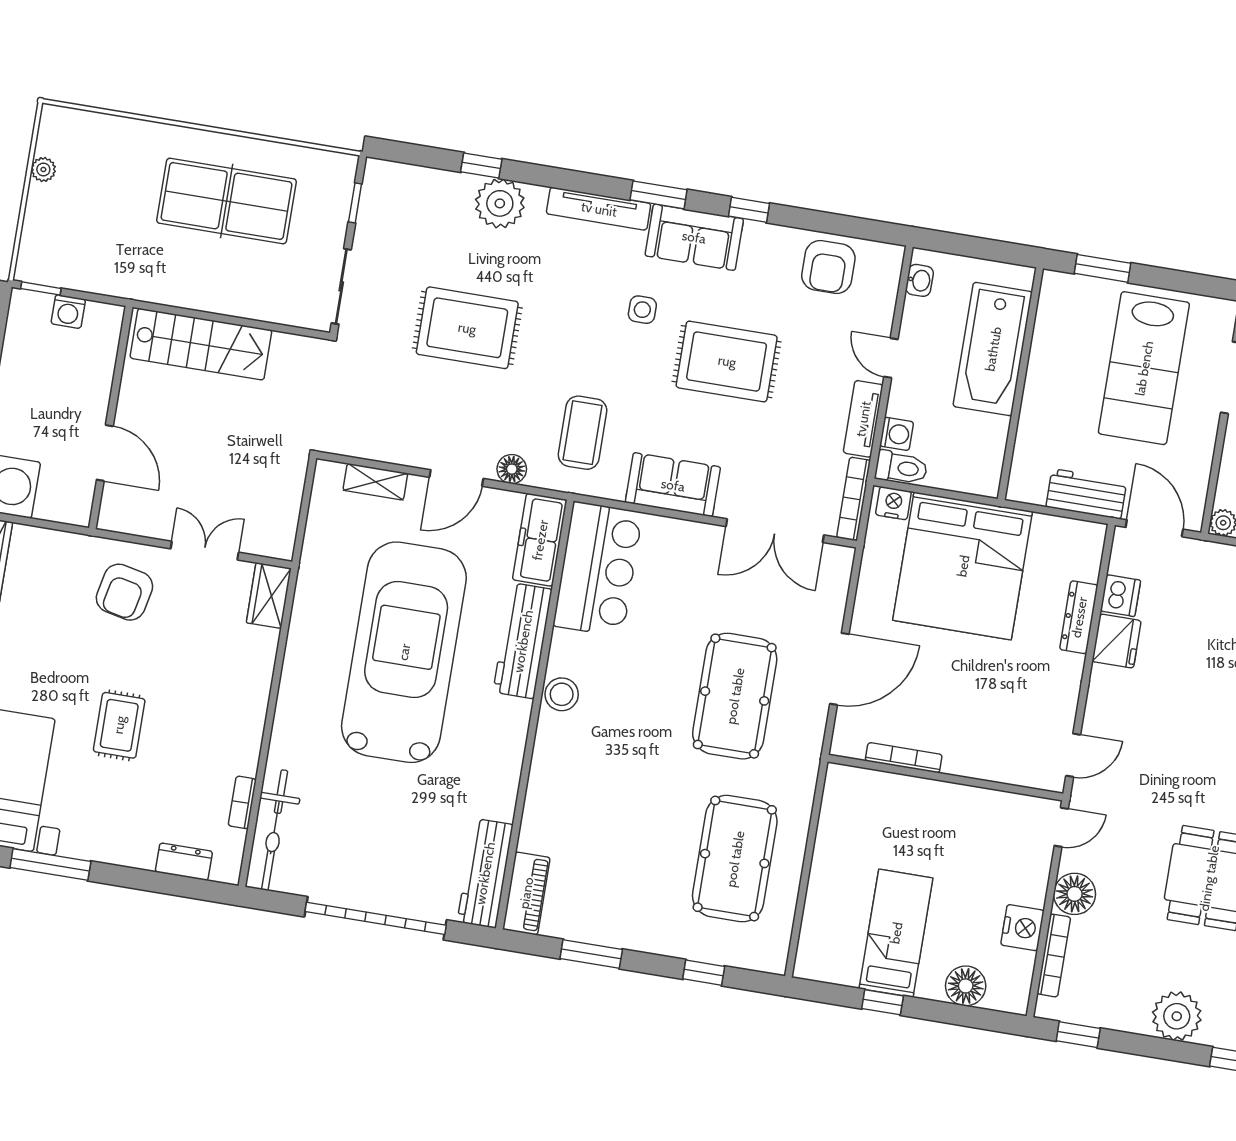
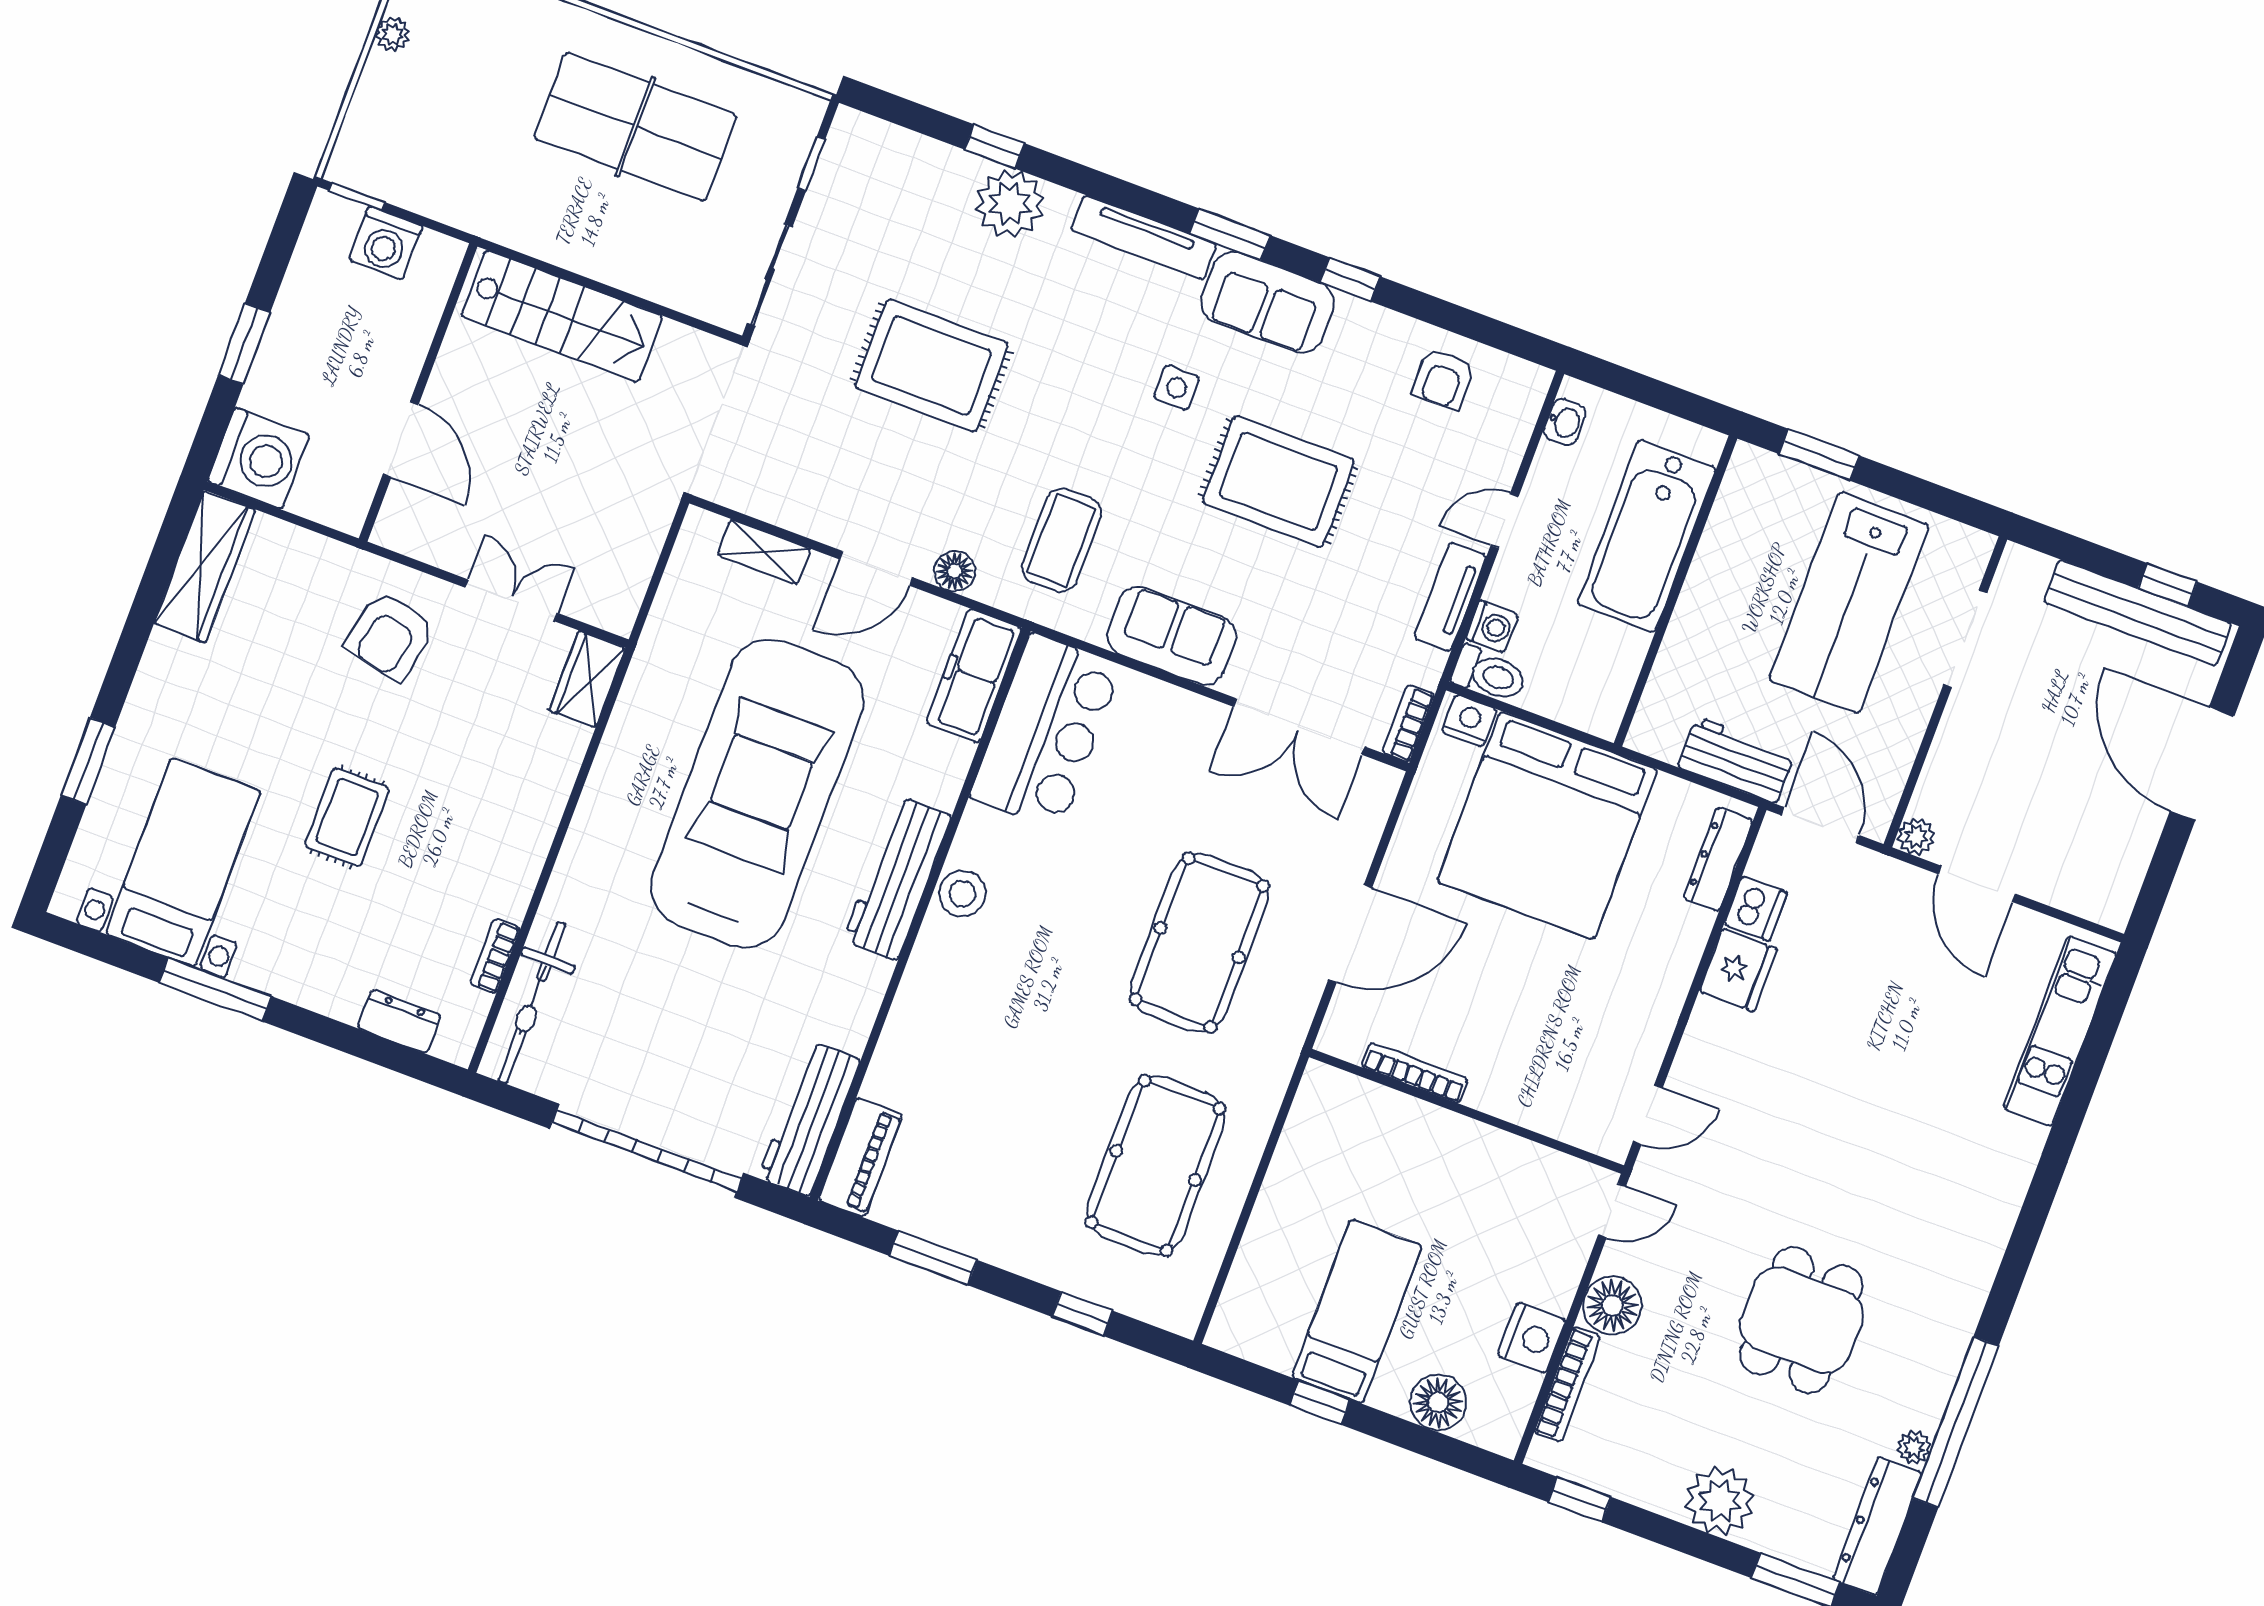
armchair: (828, 267) -> (1443, 379), width x0.72, depth x0.72
washing machine: (68, 311) -> (386, 243), width x1.38, depth x1.38
door: (891, 358) -> (1505, 521), hinge flipped
bookcase: (854, 499) -> (1408, 723), width x0.64
dresser: (1079, 617) -> (1718, 859), moved
workbench: (523, 641) -> (898, 878), moved

